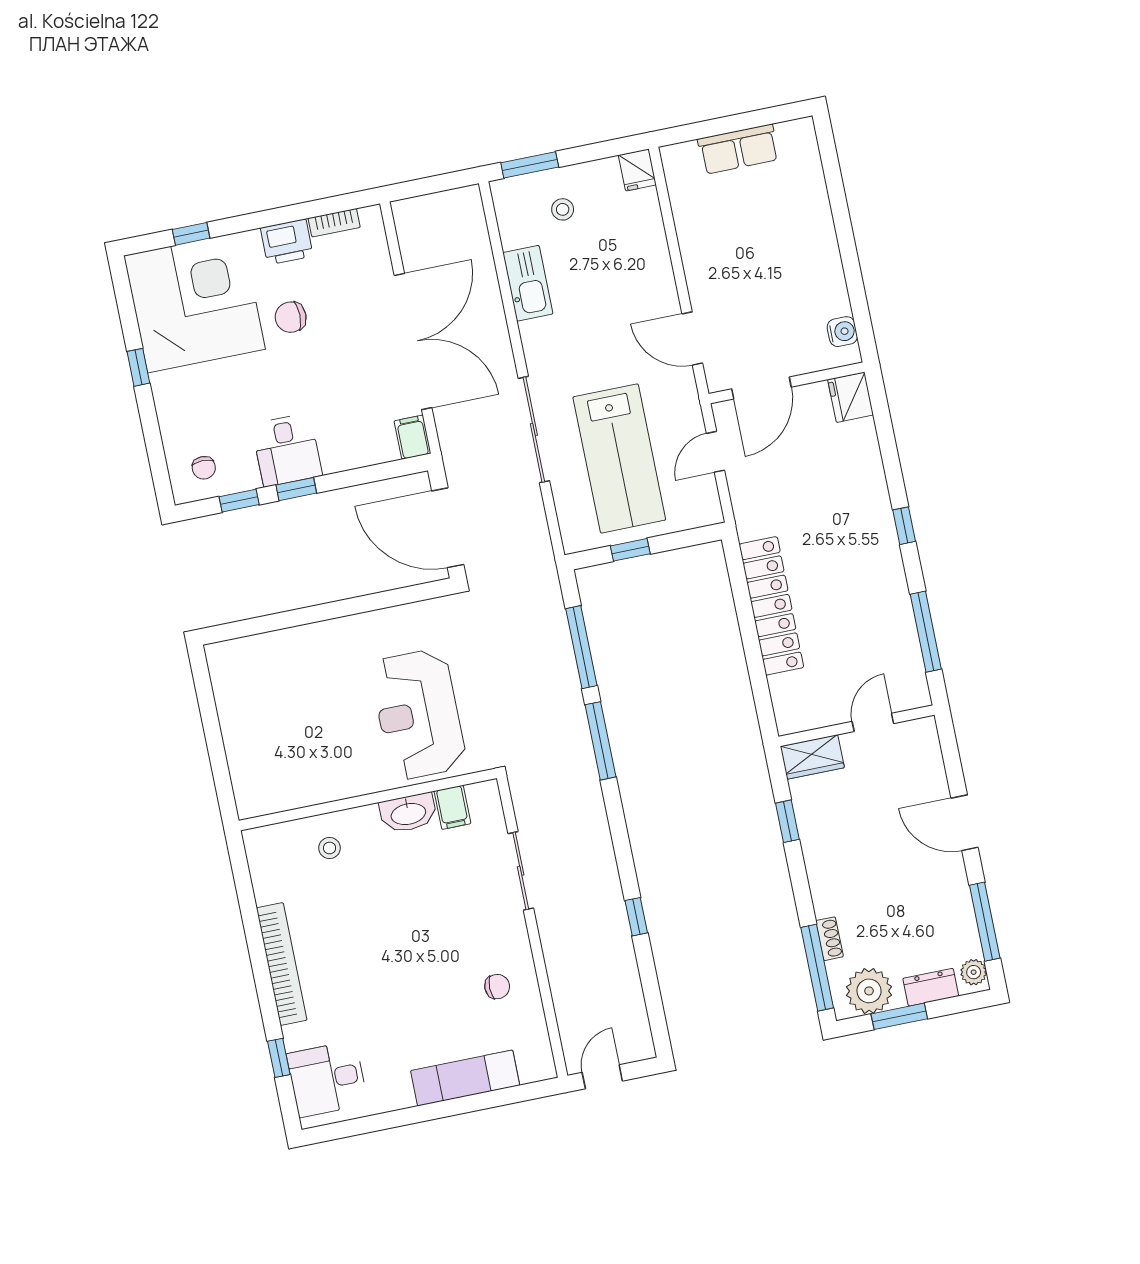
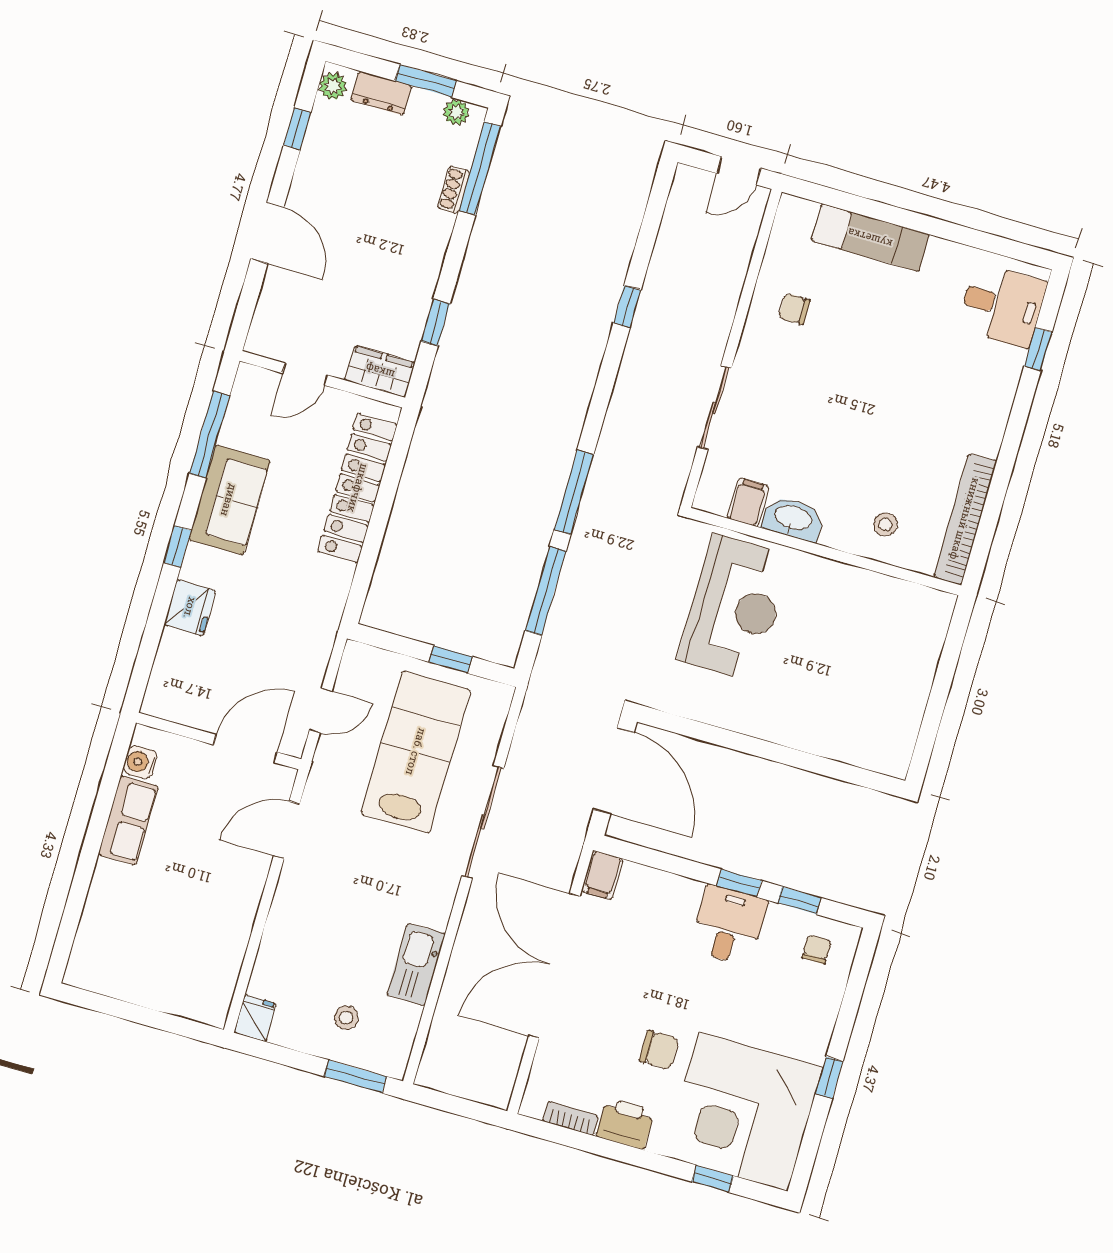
row of seats: (738, 149) -> (128, 820), moved, turned 90
door: (692, 339) -> (287, 830), swing flipped
fridge: (851, 397) -> (190, 608), moved
sofa: (881, 586) -> (229, 500), added
locker: (771, 606) -> (358, 488), moved
window: (985, 922) -> (297, 129), width x0.46
bookcase: (282, 964) -> (965, 519), moved
plant: (869, 991) -> (456, 112), width x0.53, depth x0.53

